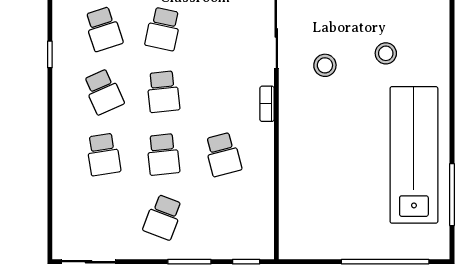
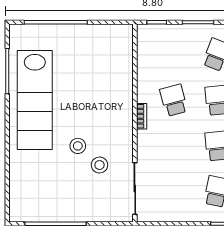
stool: (386, 53) -> (78, 146), moved
bookcase: (267, 104) -> (142, 116), moved

